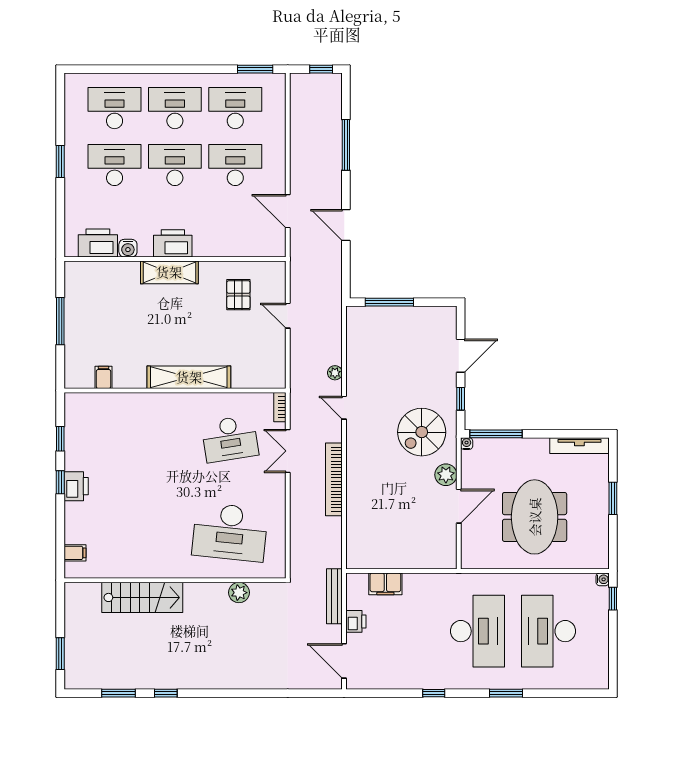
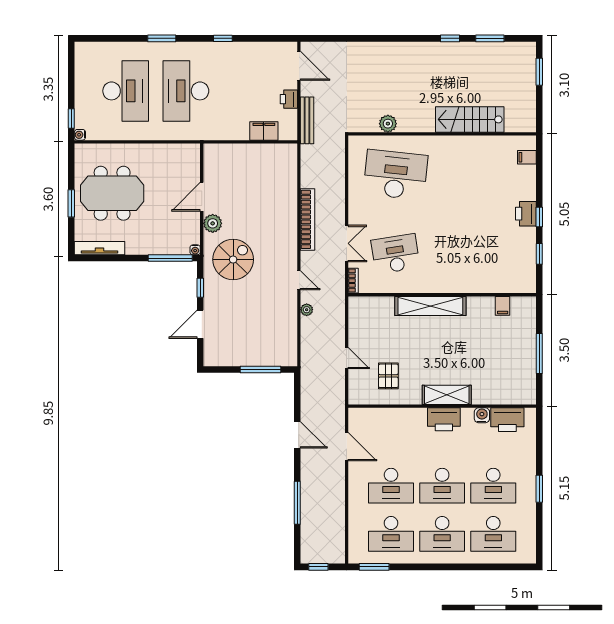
meeting table: (535, 517) -> (112, 193), moved, turned 90

